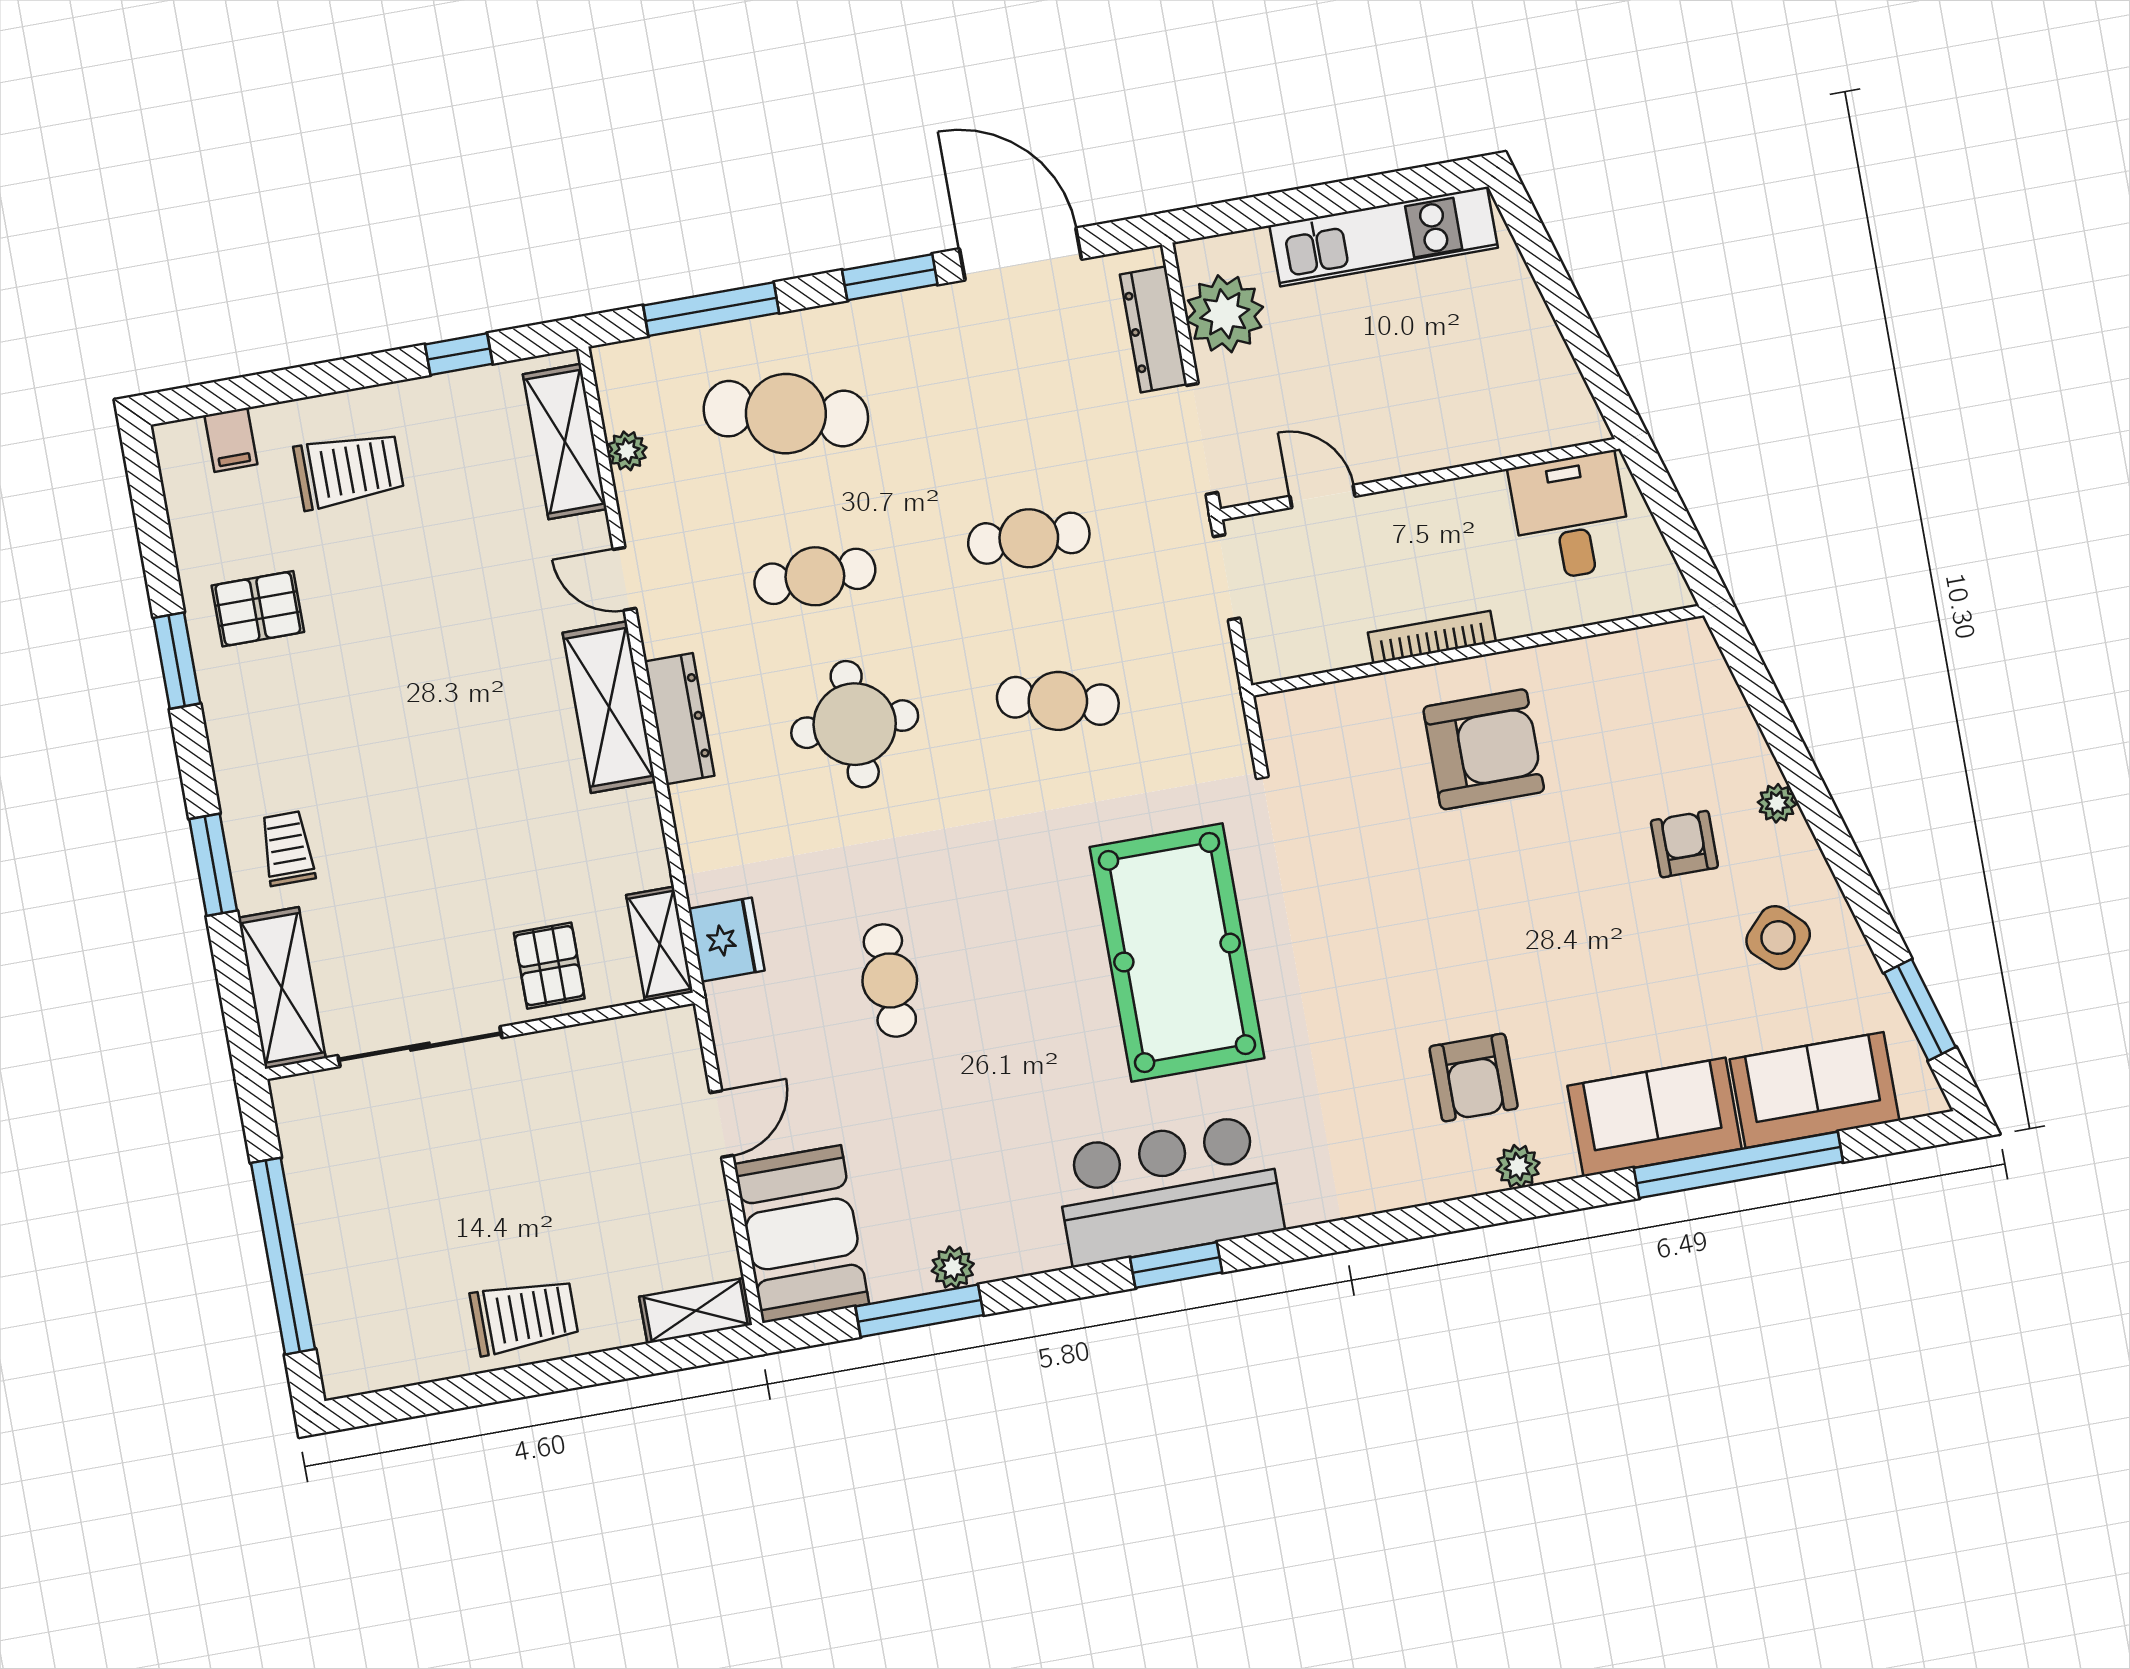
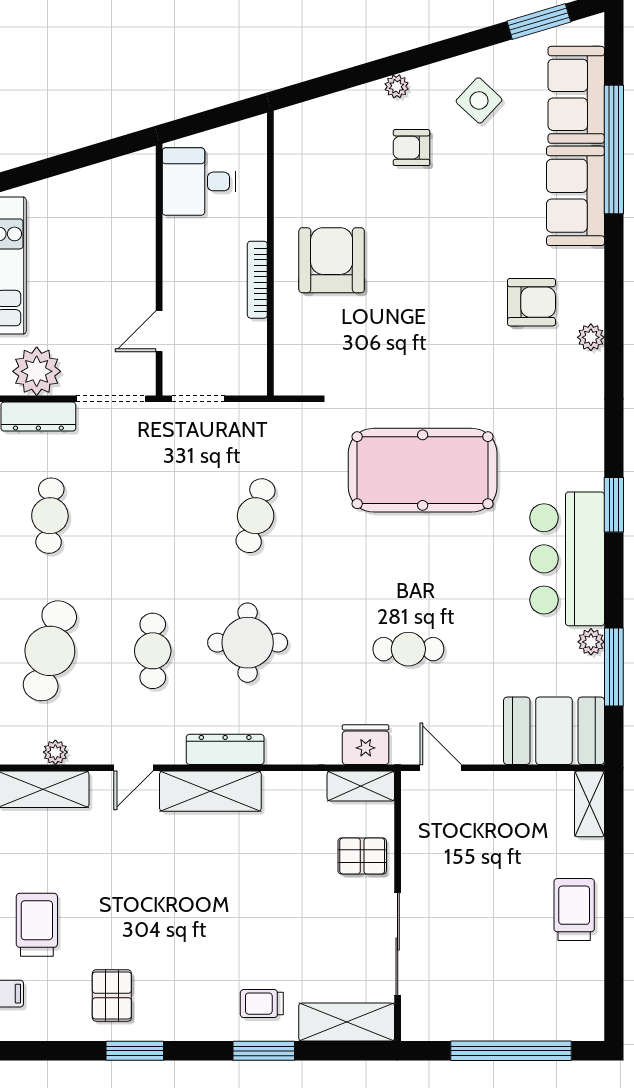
cafe table: (1029, 538) -> (50, 516), moved
door: (722, 1124) -> (441, 768), moved
plant: (1518, 1166) -> (591, 337), moved
bar counter: (1169, 1190) -> (567, 559), moved

